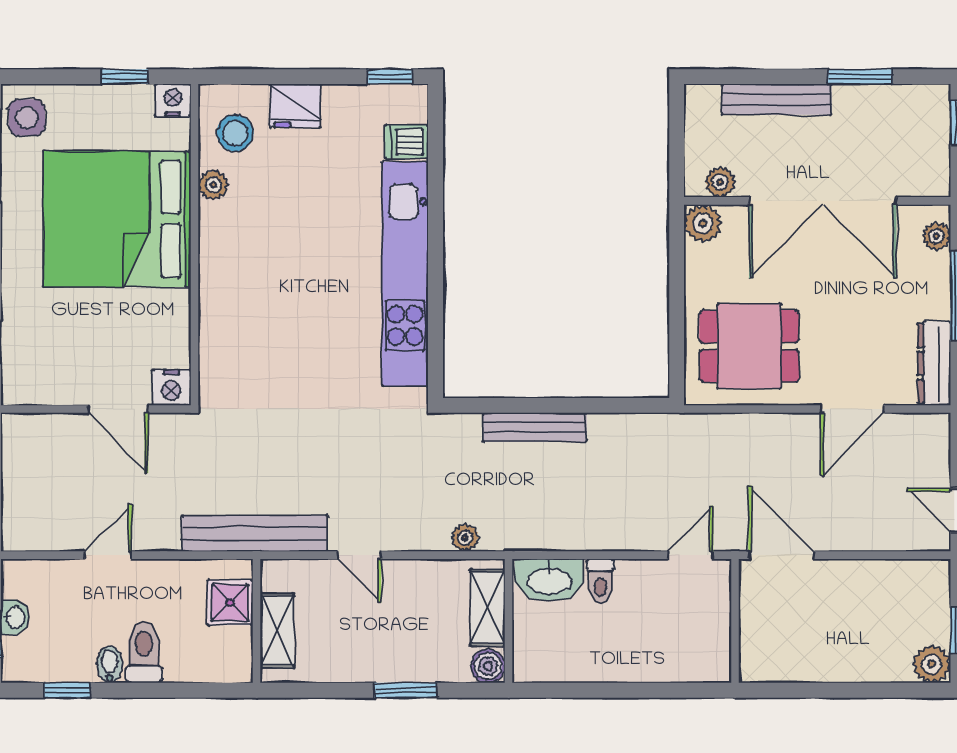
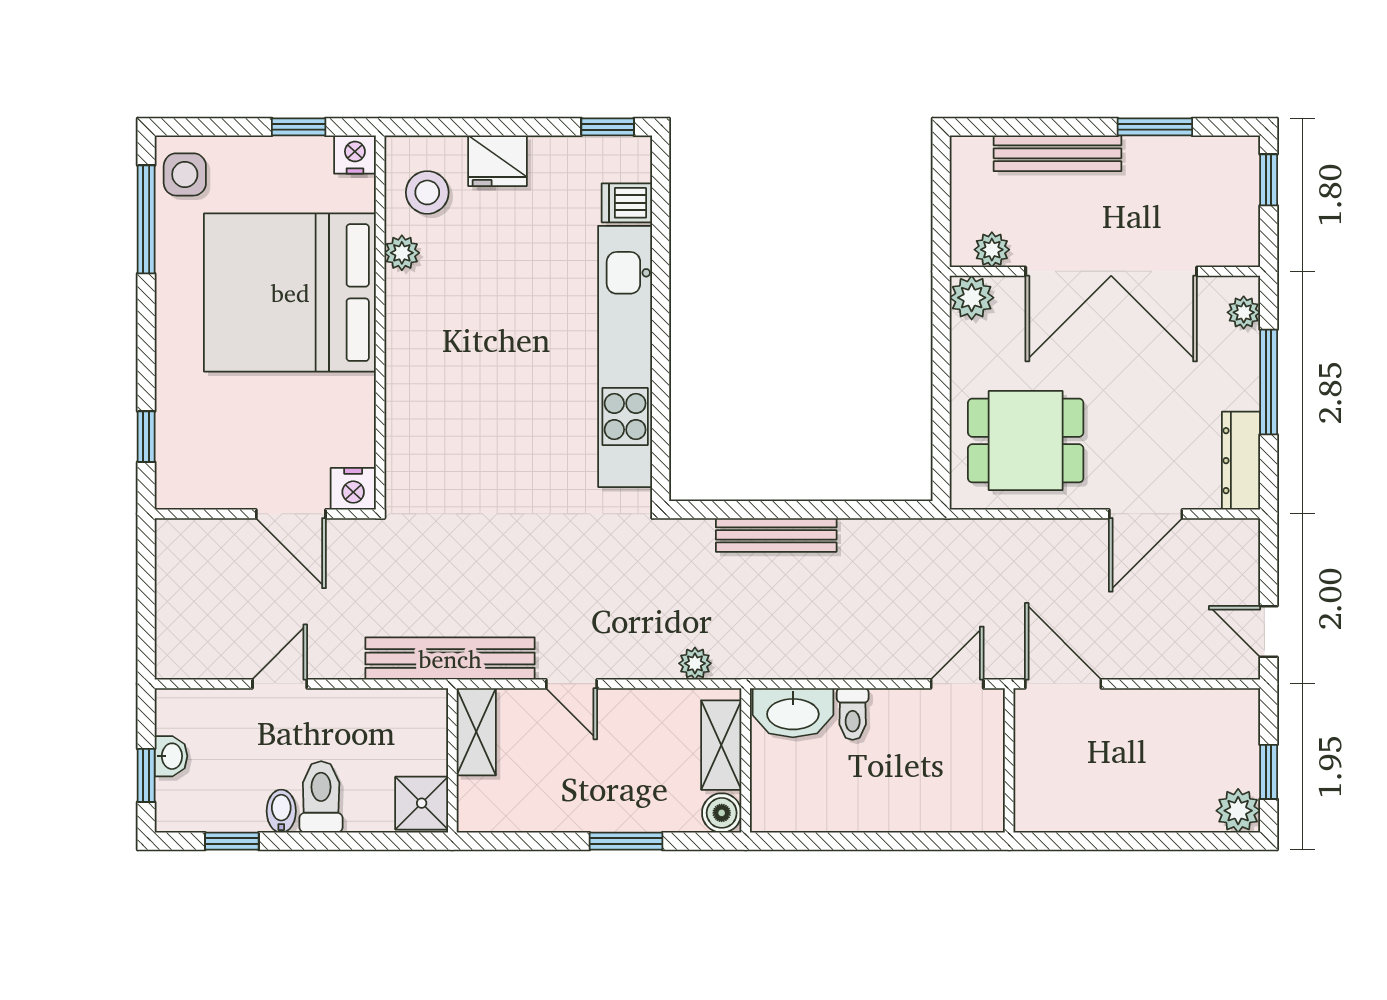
shower: (230, 602) -> (422, 803), moved
shelving: (277, 631) -> (476, 732), moved

